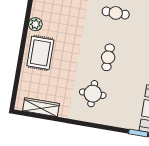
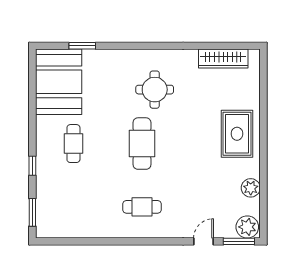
plant: (35, 24) -> (251, 188), moved
cafe table: (108, 57) -> (142, 144), width x1.37, depth x1.35

